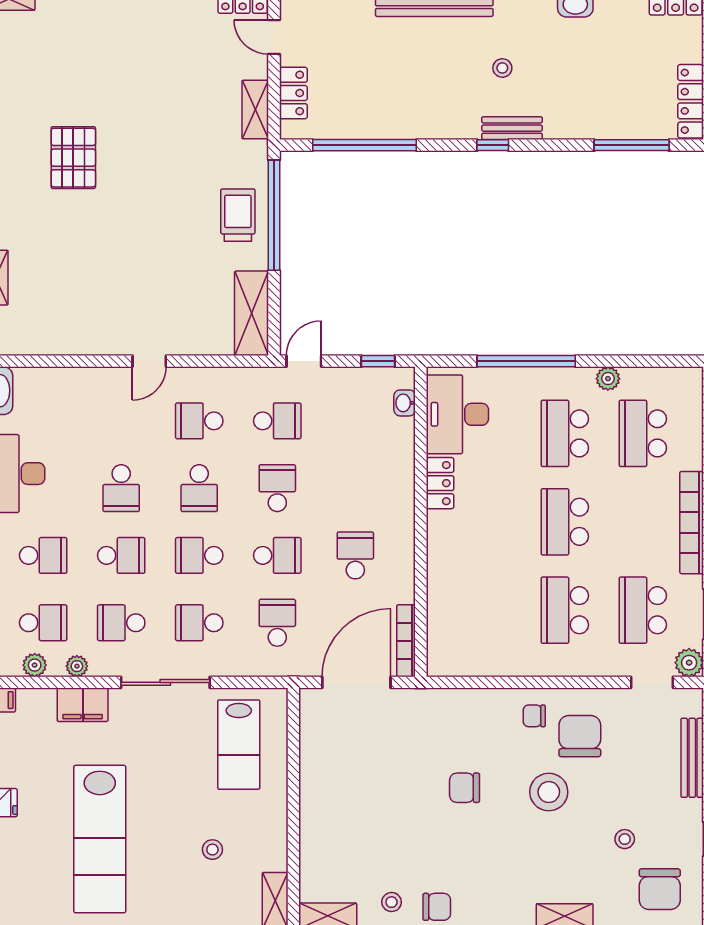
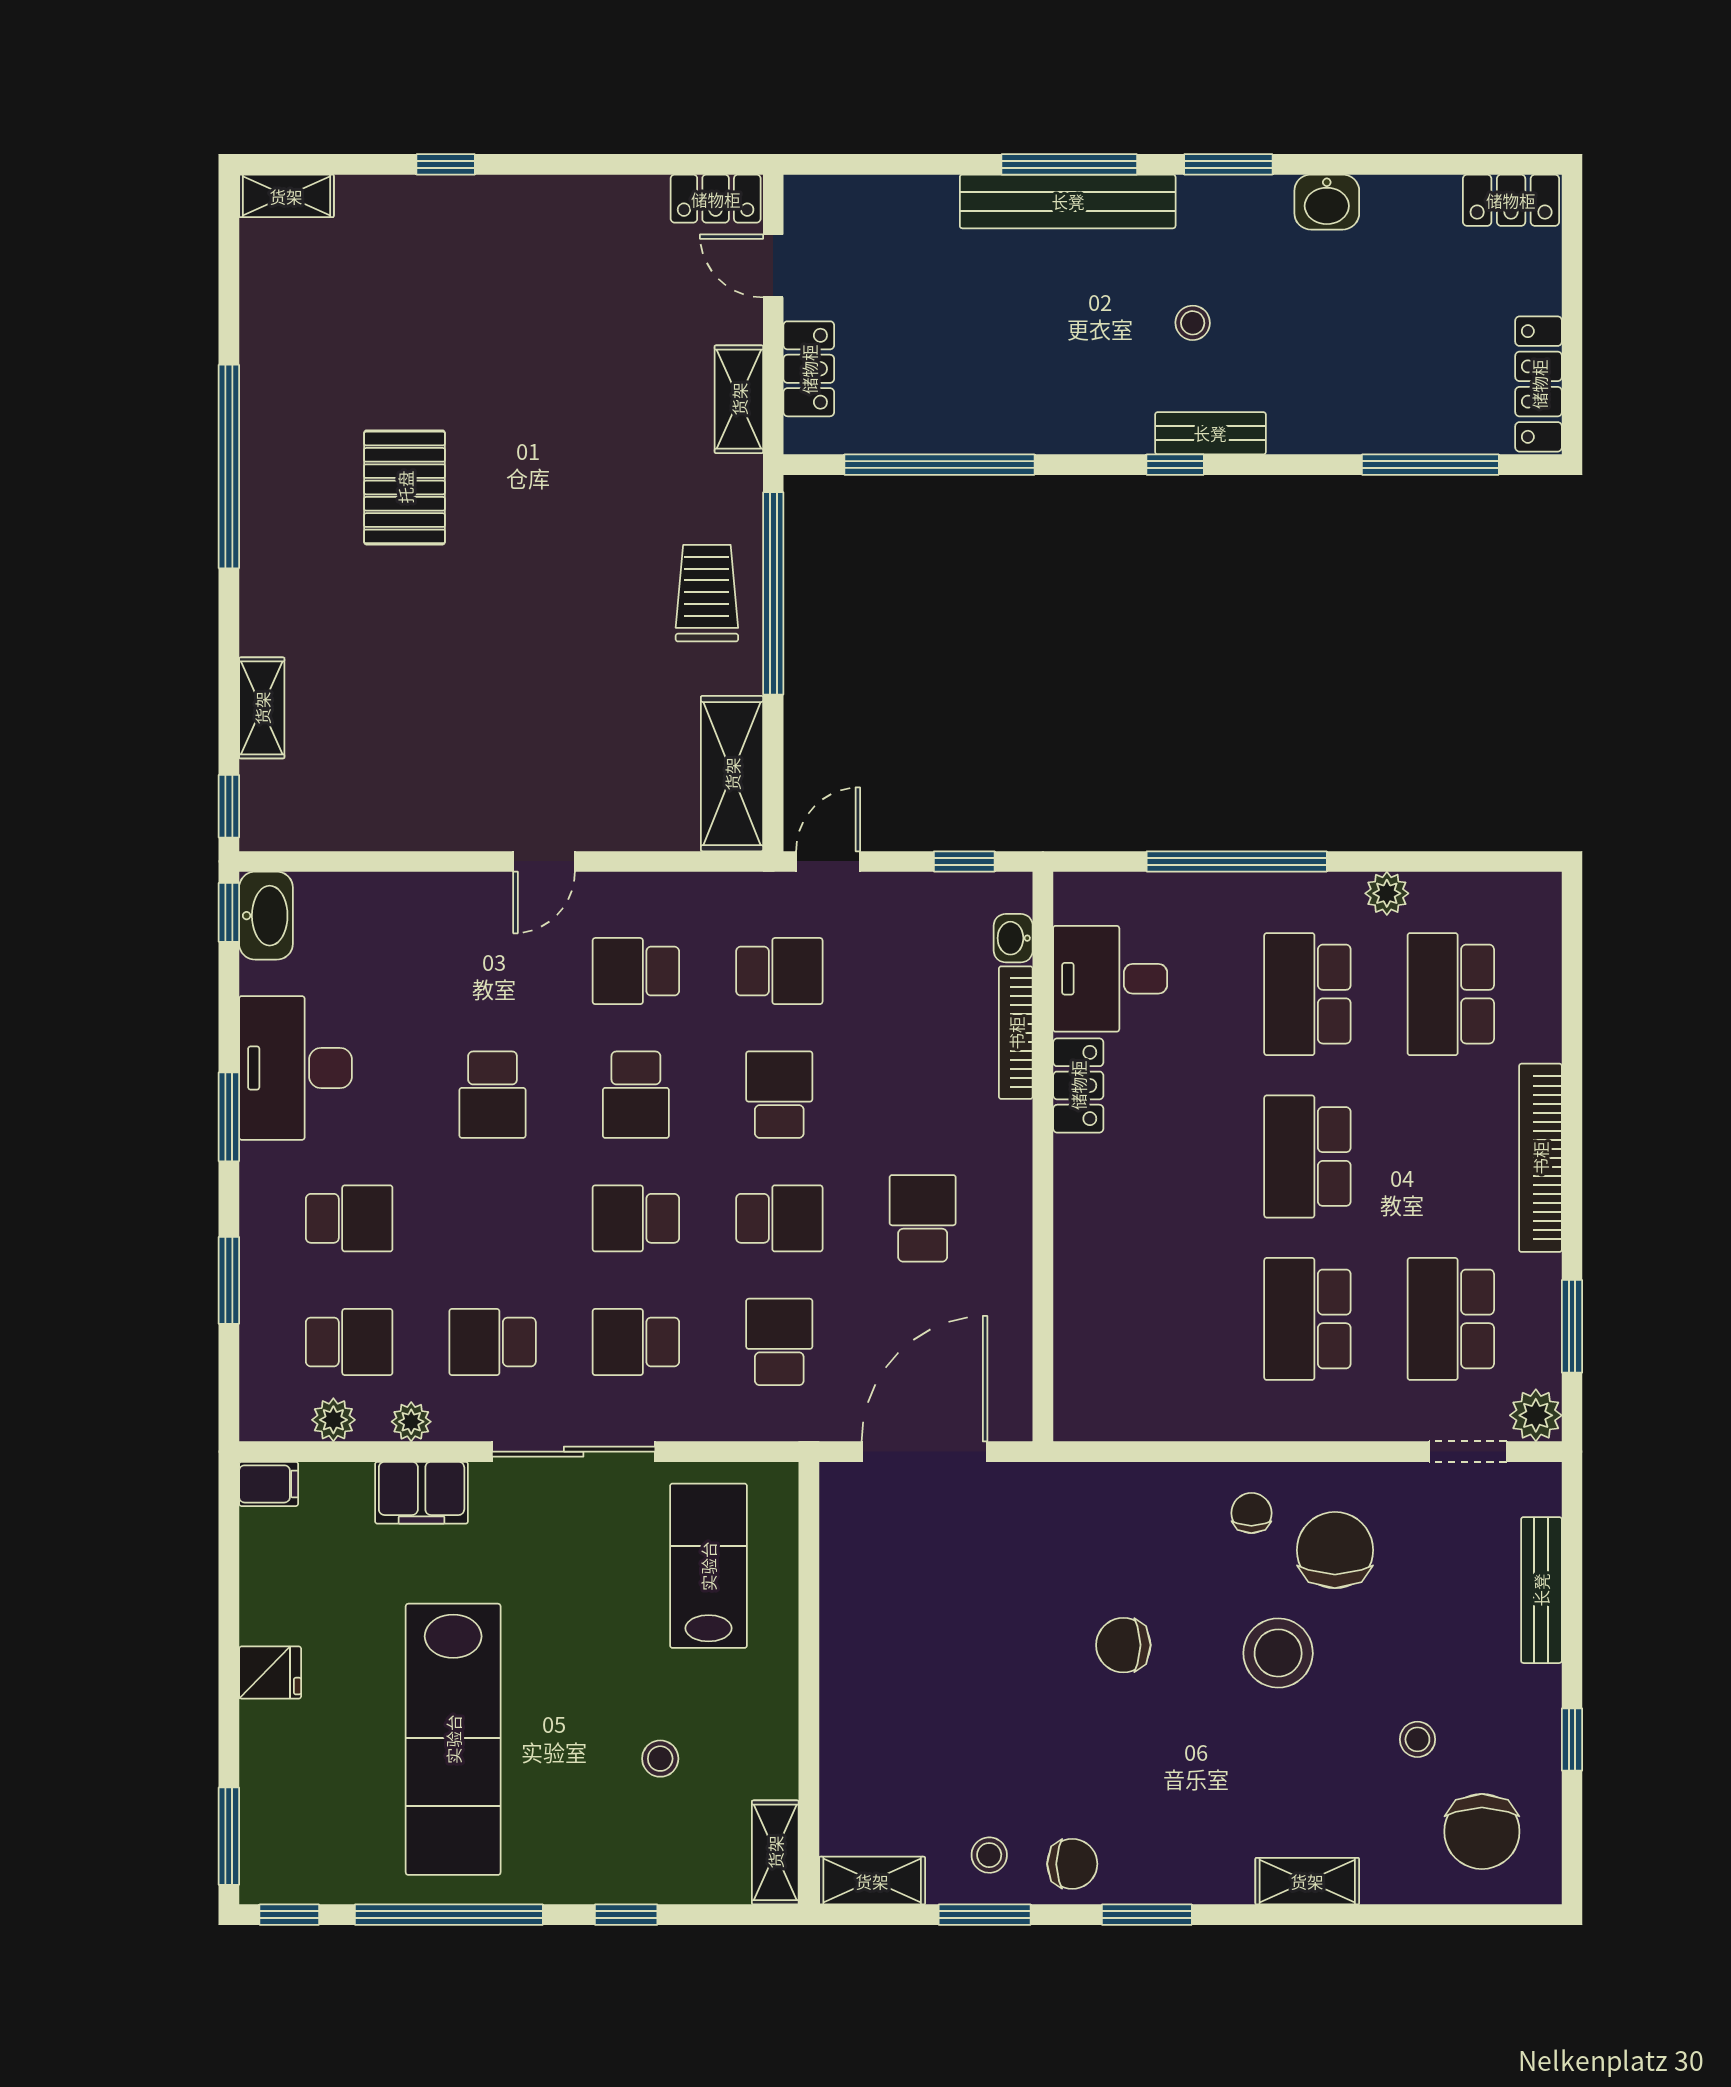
desk: (457, 414) -> (1110, 979), width x0.73
school desk: (121, 555) -> (493, 1218), removed
bookcase: (406, 641) -> (1016, 1033), moved
chair: (534, 716) -> (1251, 1513), turned 90
lab bench: (239, 745) -> (708, 1566), turned 180

